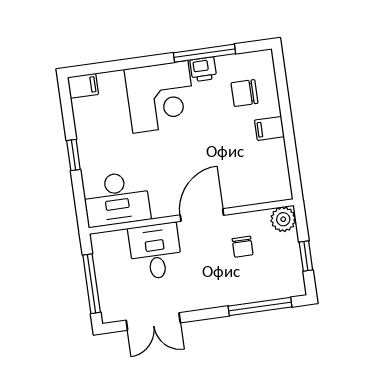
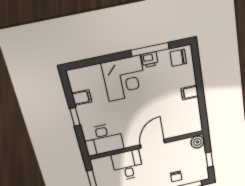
filing cabinet: (83, 86) -> (82, 98), moved
chair: (244, 93) -> (178, 58), moved
chair: (243, 247) -> (176, 176), moved

